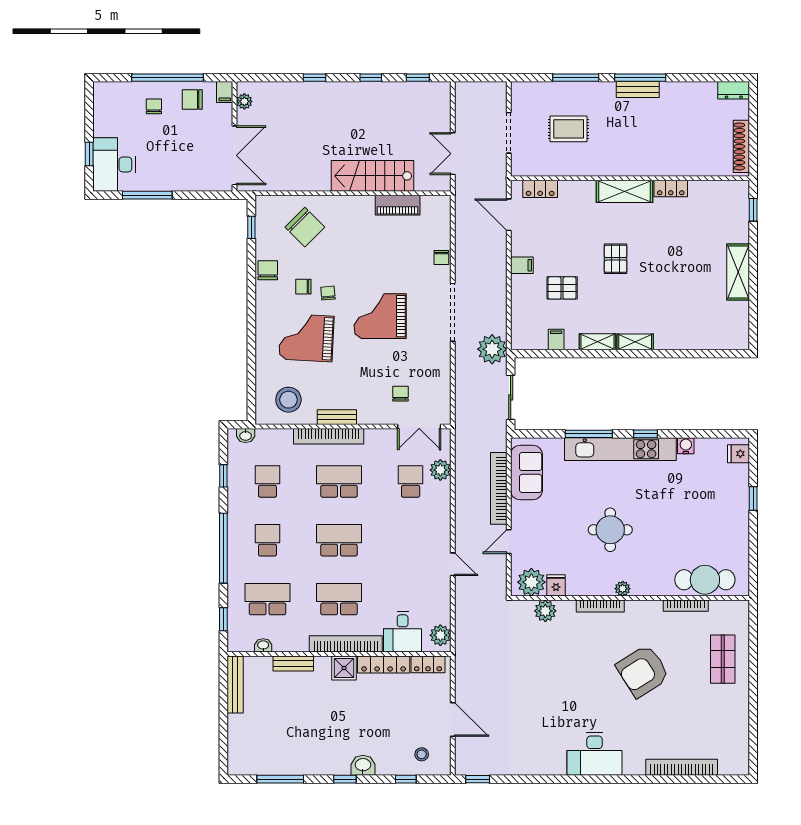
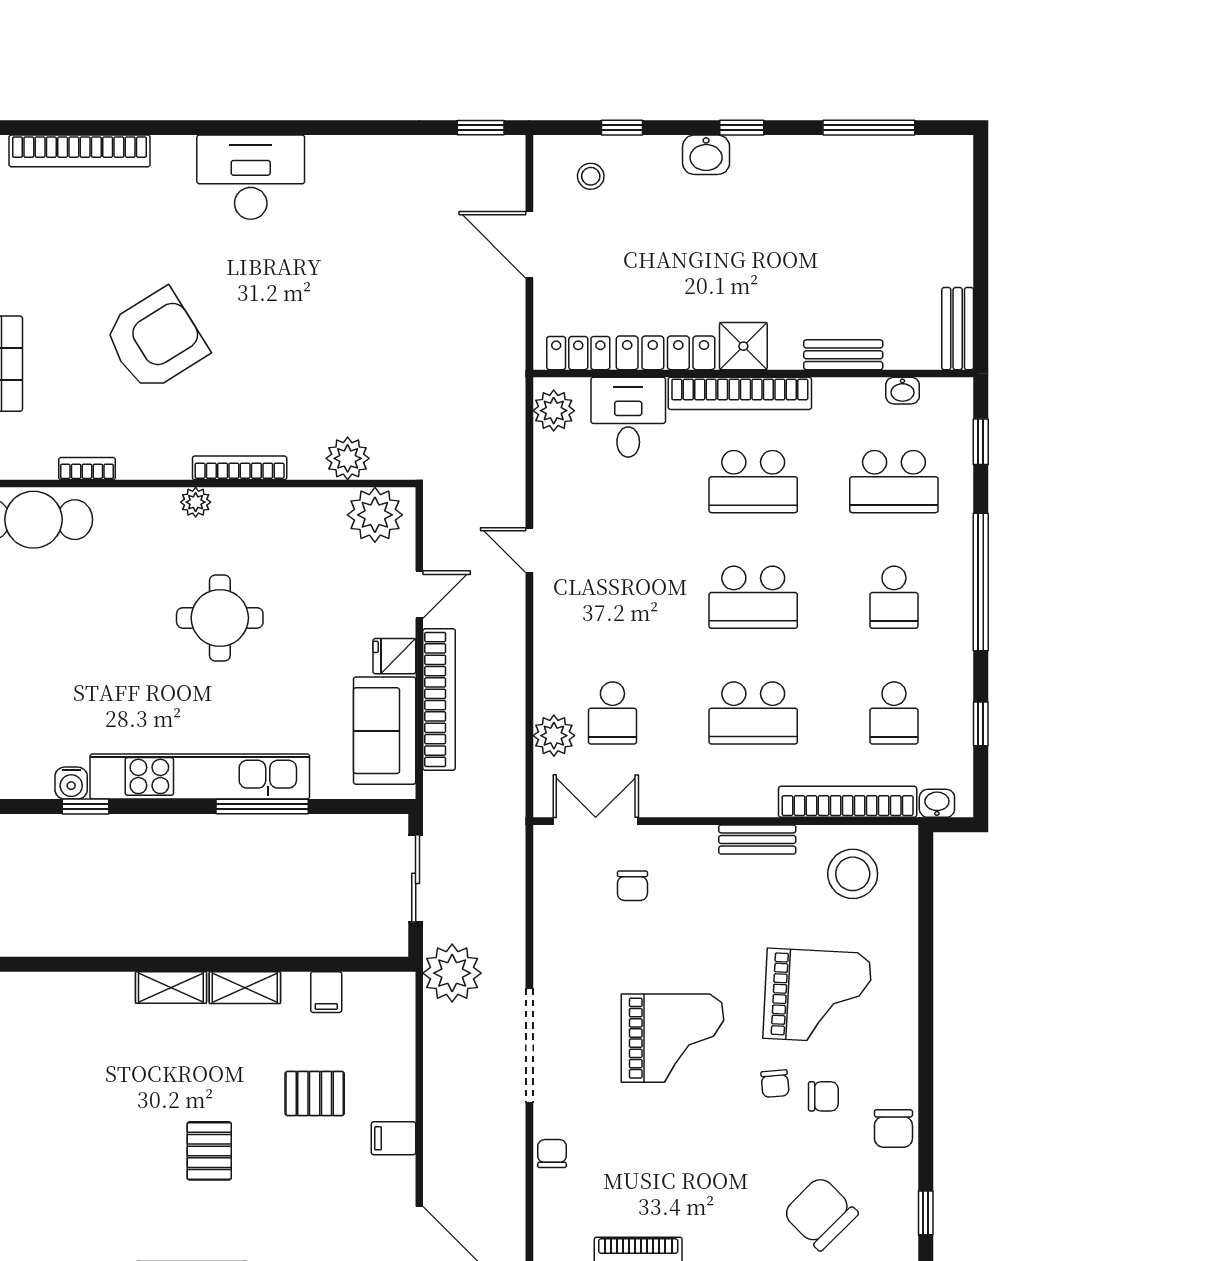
window: (646, 434) -> (86, 806), moved
bookcase: (329, 436) -> (848, 802), moved
fridge: (556, 585) -> (394, 656), moved, turned 90
bookcase: (686, 606) -> (87, 469), width x0.64
bench: (235, 685) -> (958, 329), width x0.73

